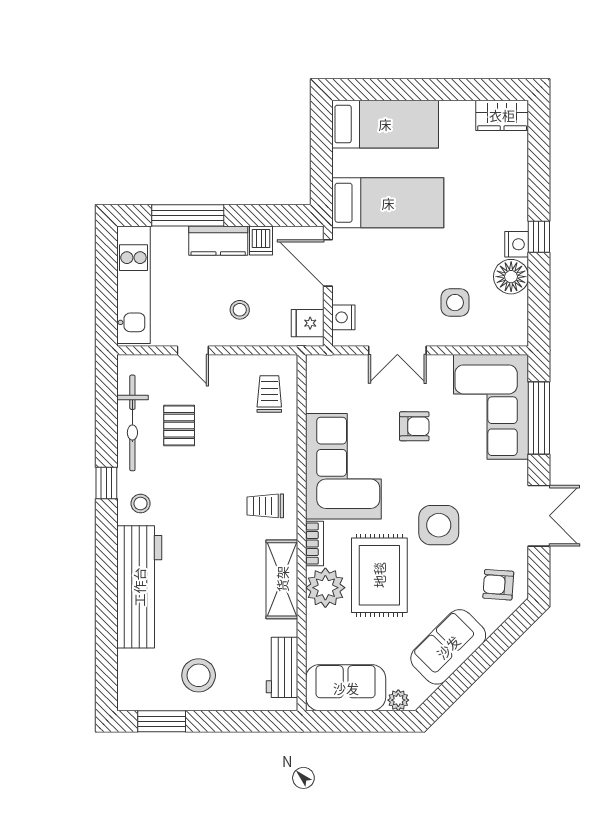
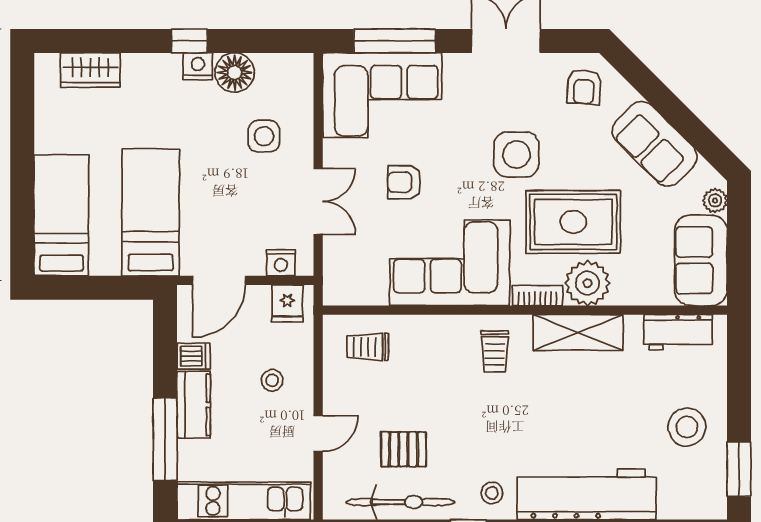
wardrobe: (502, 115) -> (90, 70), moved, turned 90
armchair: (414, 426) -> (404, 182), turned -90

